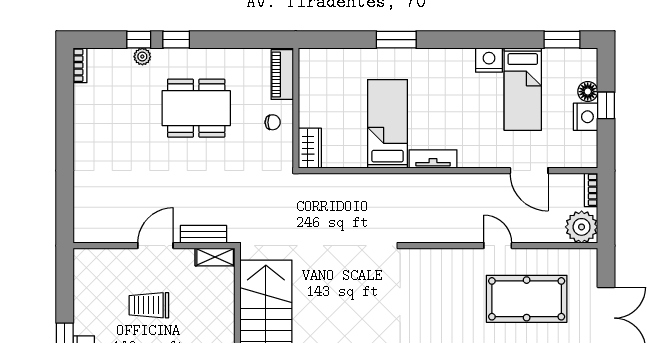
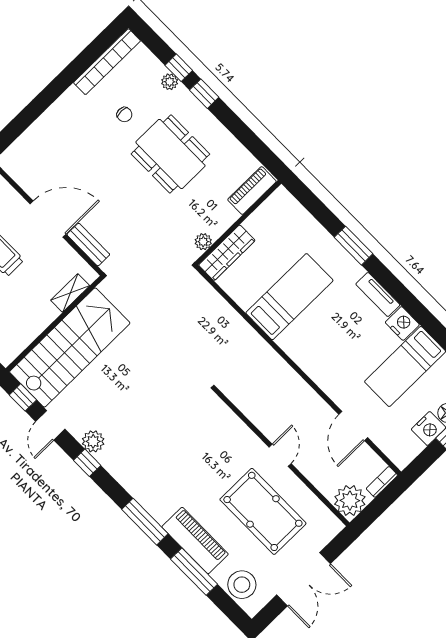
bookcase: (80, 65) -> (107, 62), width x2.31, depth x1.31
chair: (273, 122) -> (124, 115), moved
plant: (285, 148) -> (203, 242), added
wardrobe: (310, 148) -> (227, 253), width x1.50
tv unit: (433, 159) -> (378, 294), moved, turned 180
door: (155, 246) -> (48, 219), width x1.36
shelving: (215, 257) -> (70, 293), moved, turned 90

